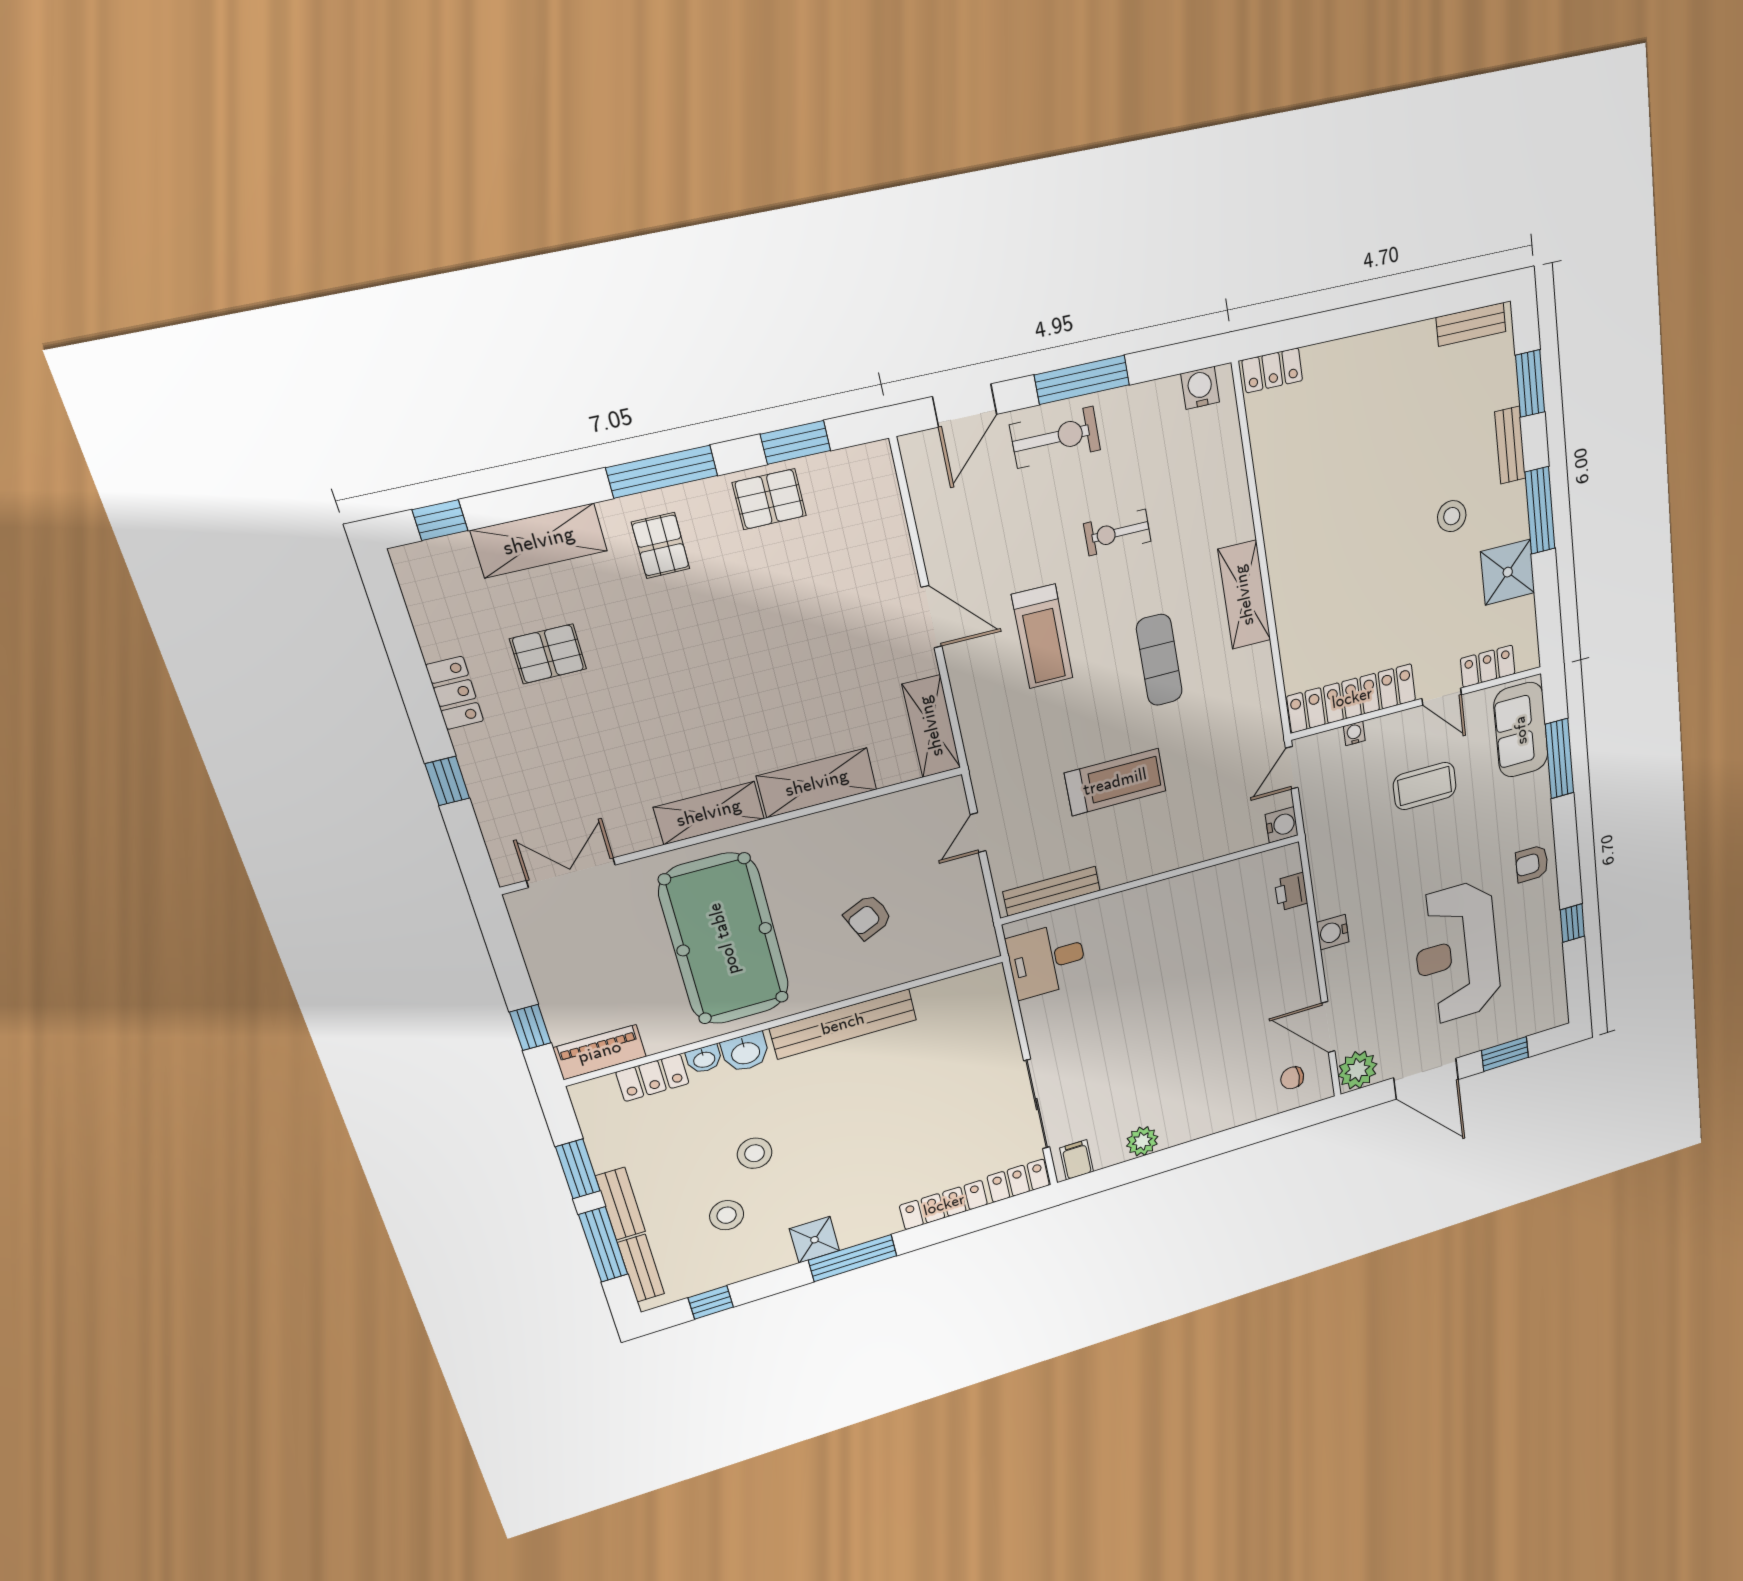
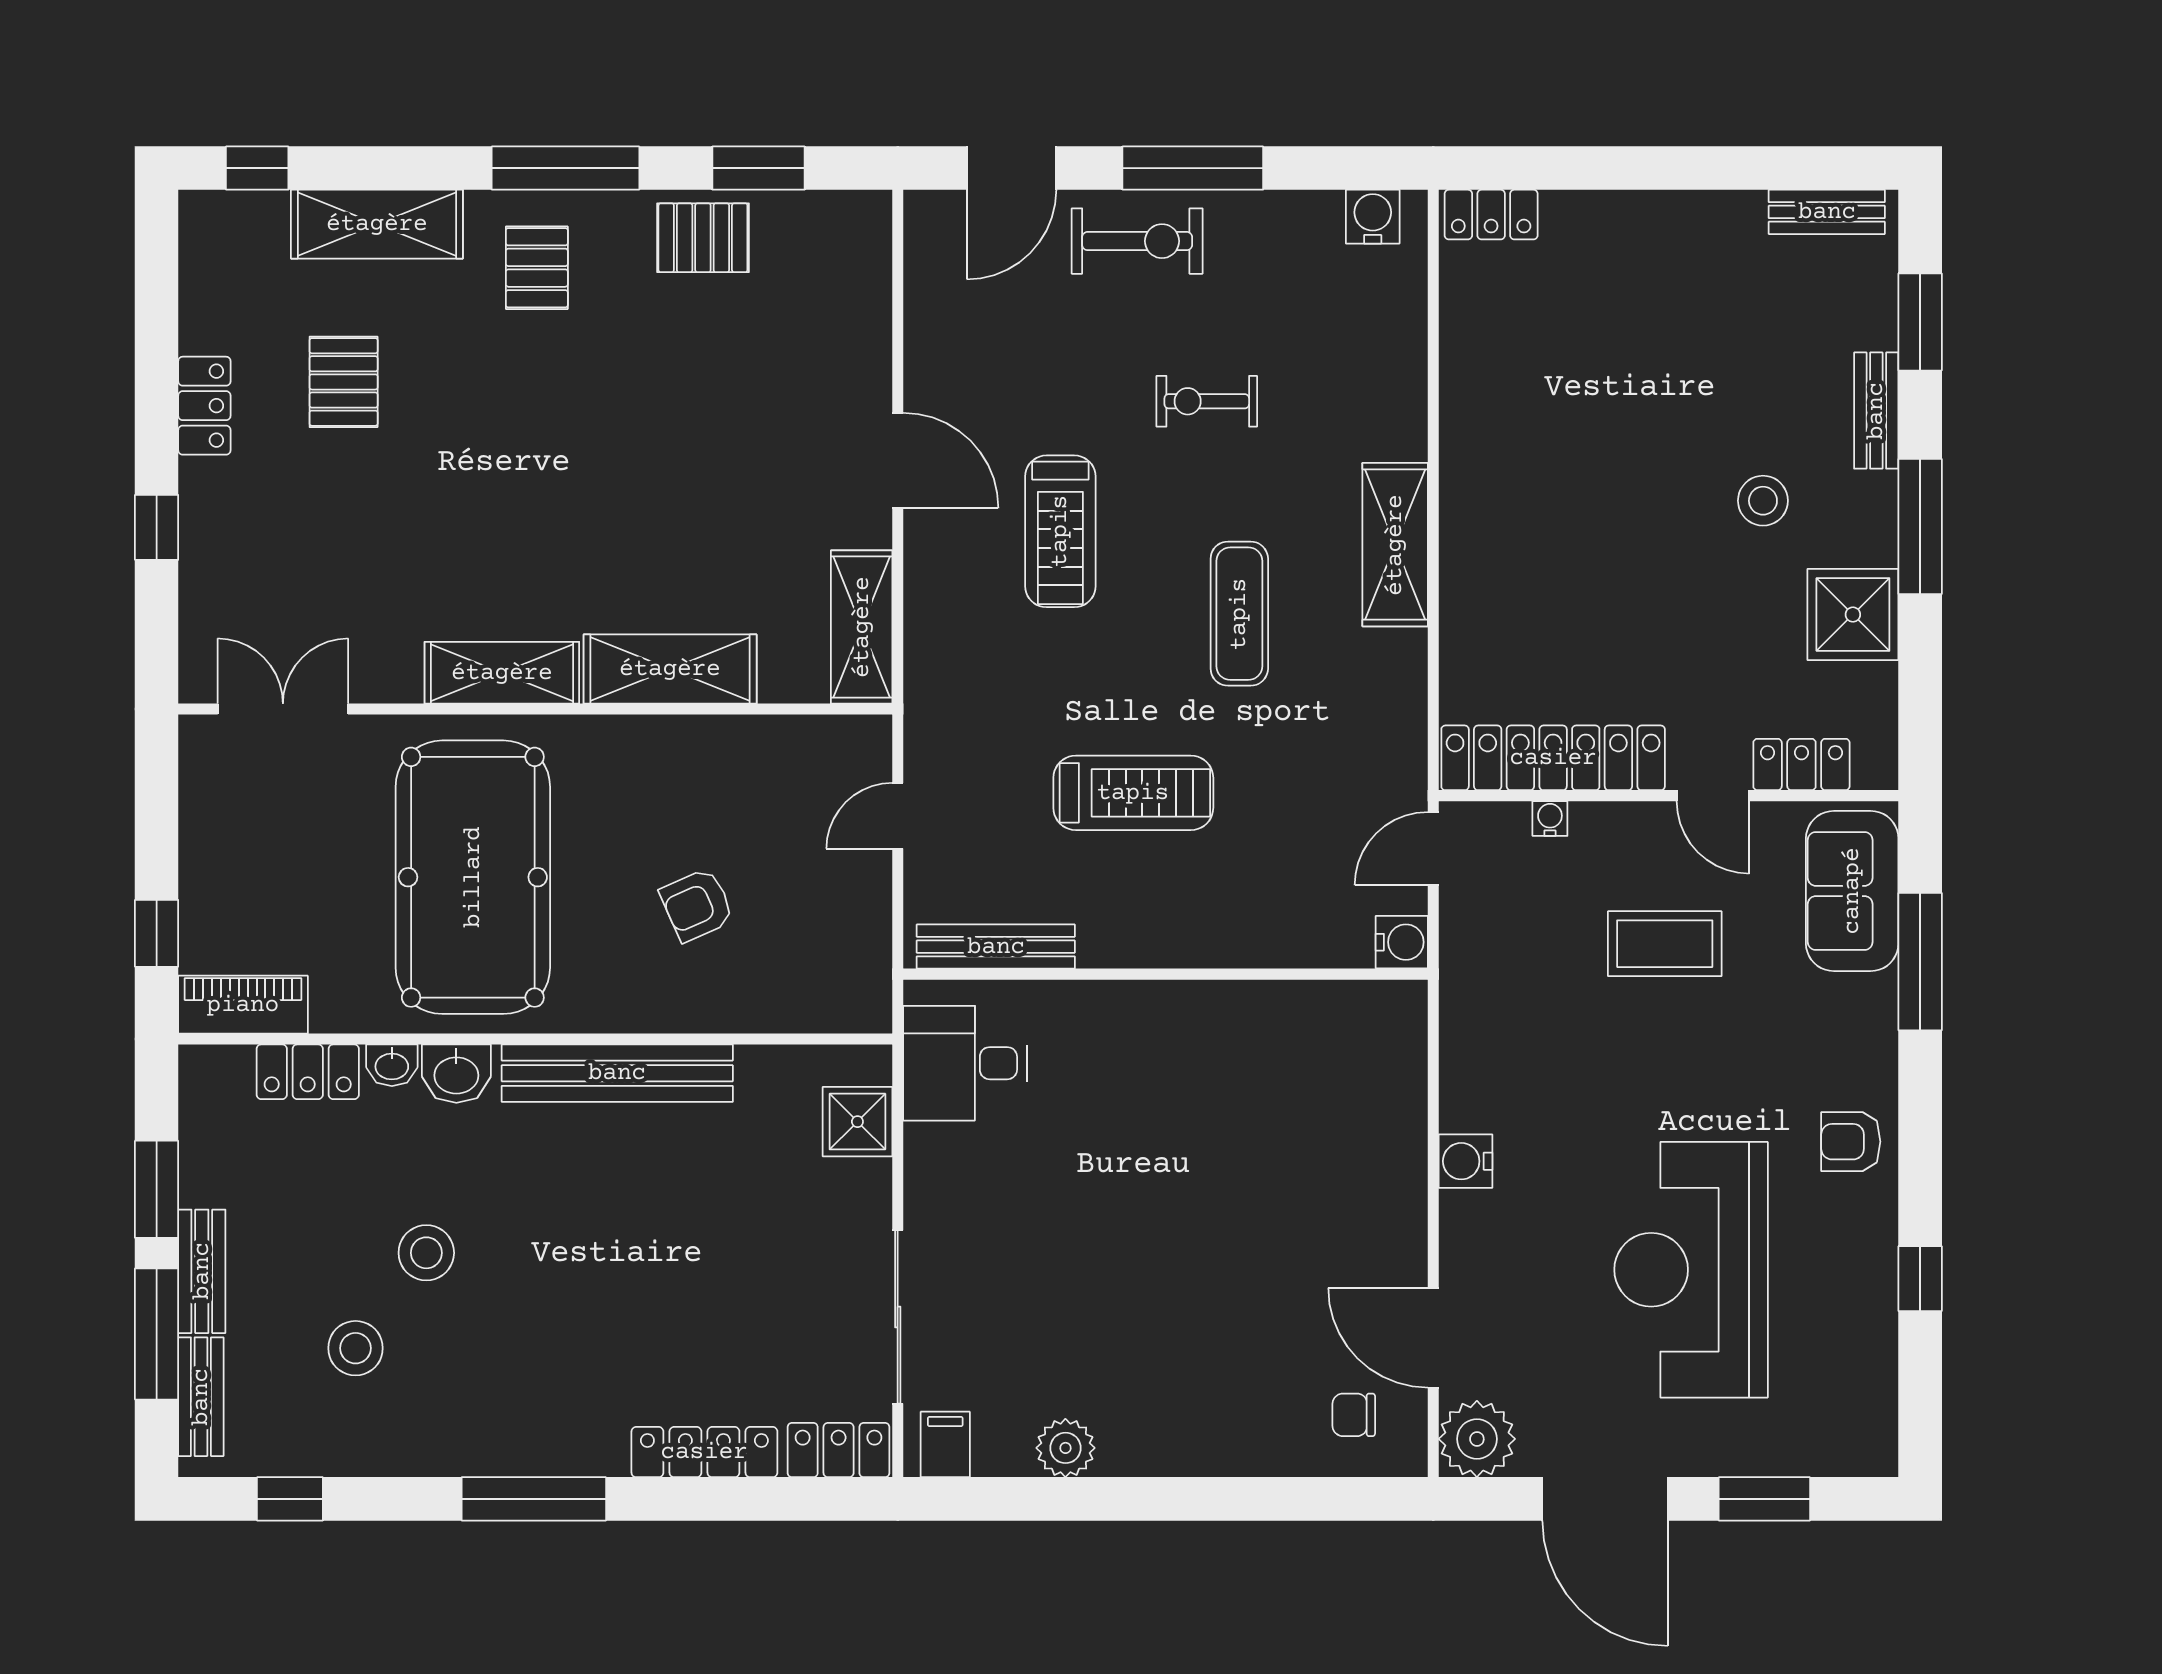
pallet: (548, 654) -> (344, 382), turned 90
printer: (1291, 892) -> (1401, 1066), removed
shower: (815, 1240) -> (857, 1122), moved

